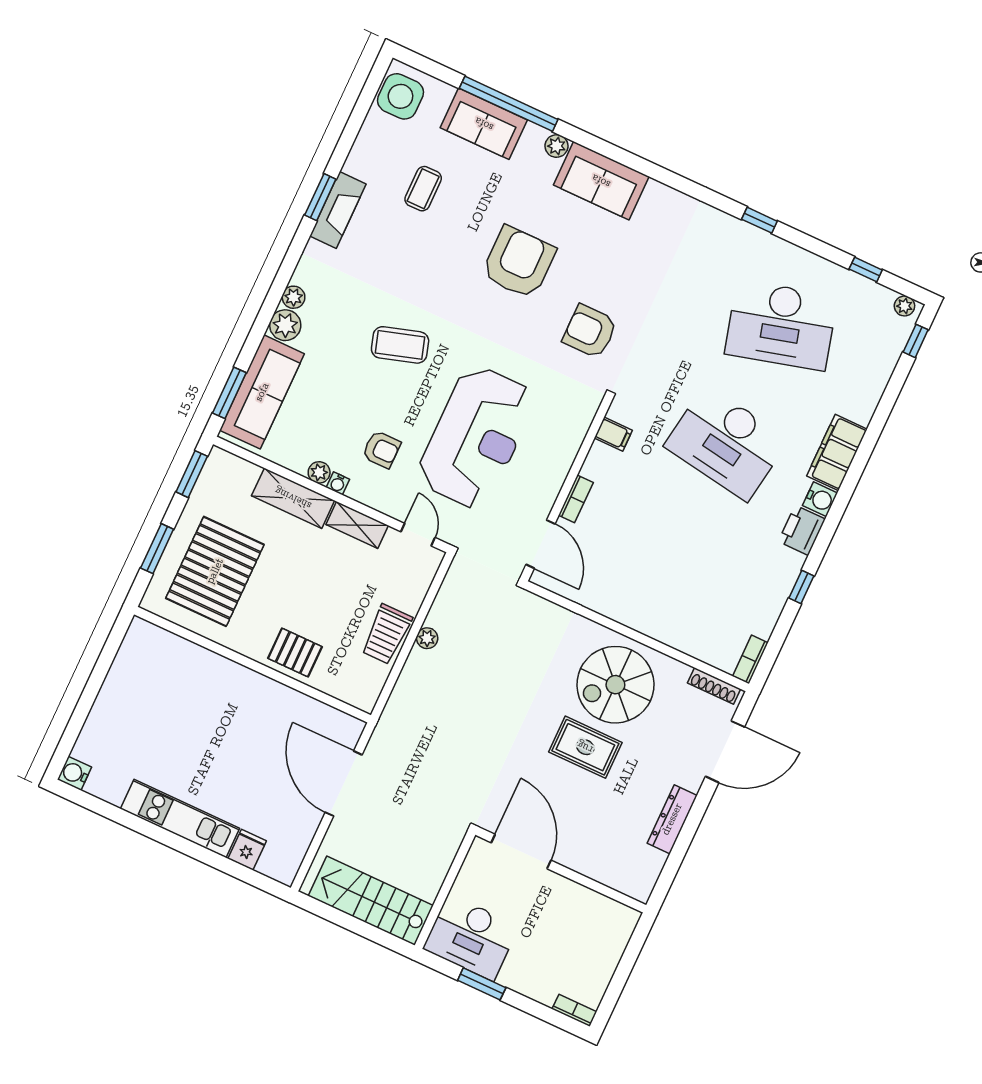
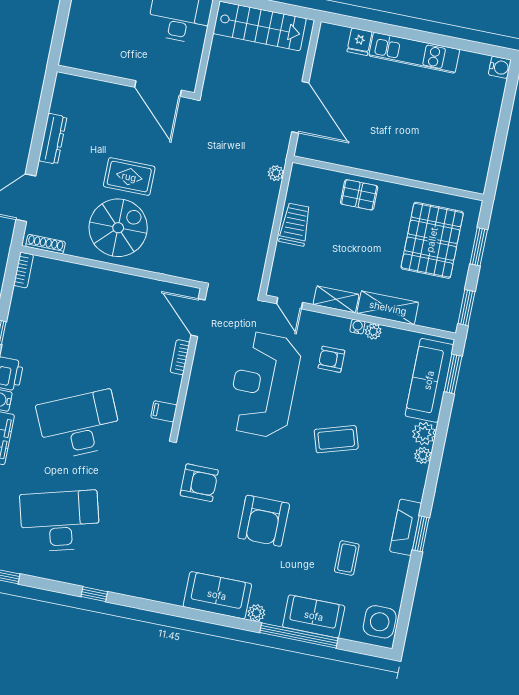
desk: (726, 443) -> (79, 425), turned -33
plant: (427, 638) -> (276, 173), moved

